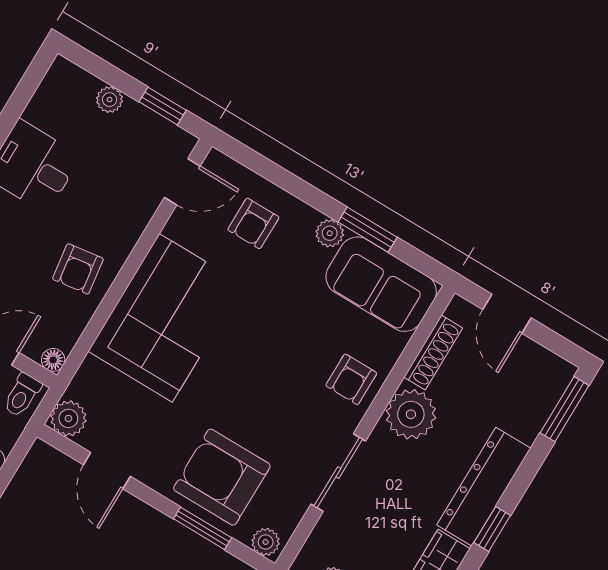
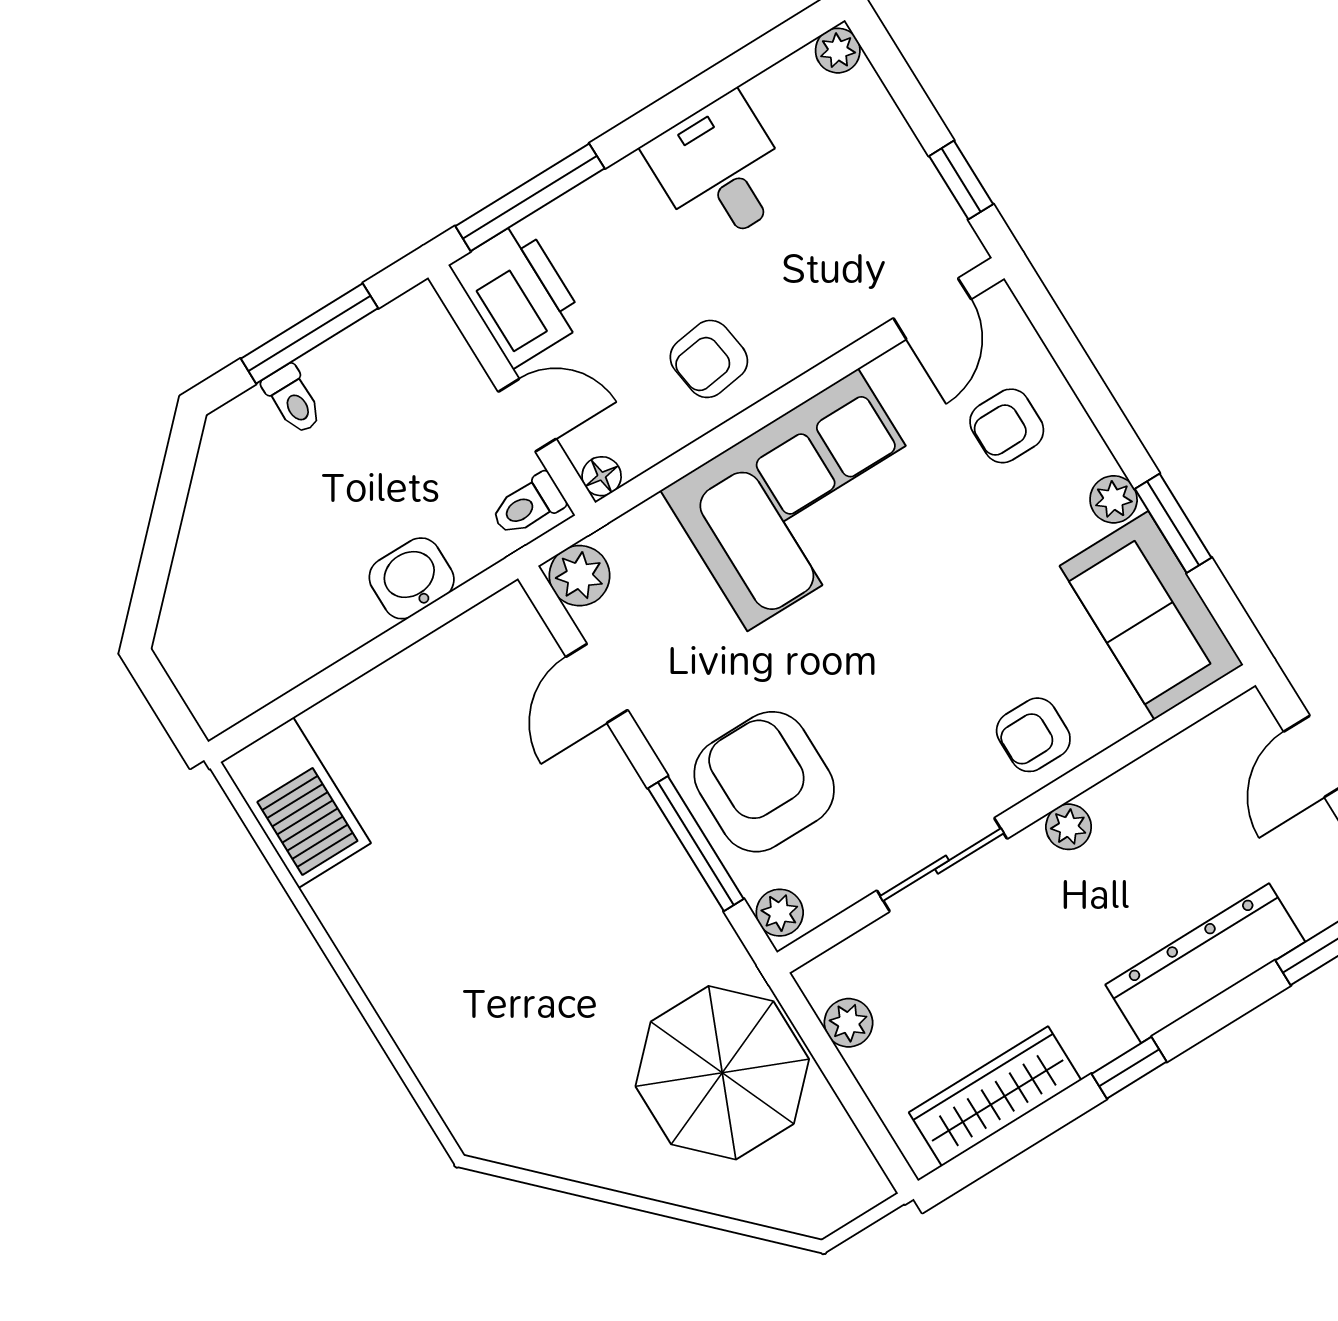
plant: (110, 100) -> (838, 51), moved
door: (182, 182) -> (932, 309), hinge flipped
shoe rack: (433, 353) -> (1177, 758), removed
plant: (411, 414) -> (1069, 827), width x0.53, depth x0.53
dresser: (484, 487) -> (1205, 963), moved
window: (203, 528) -> (696, 844), width x1.44

